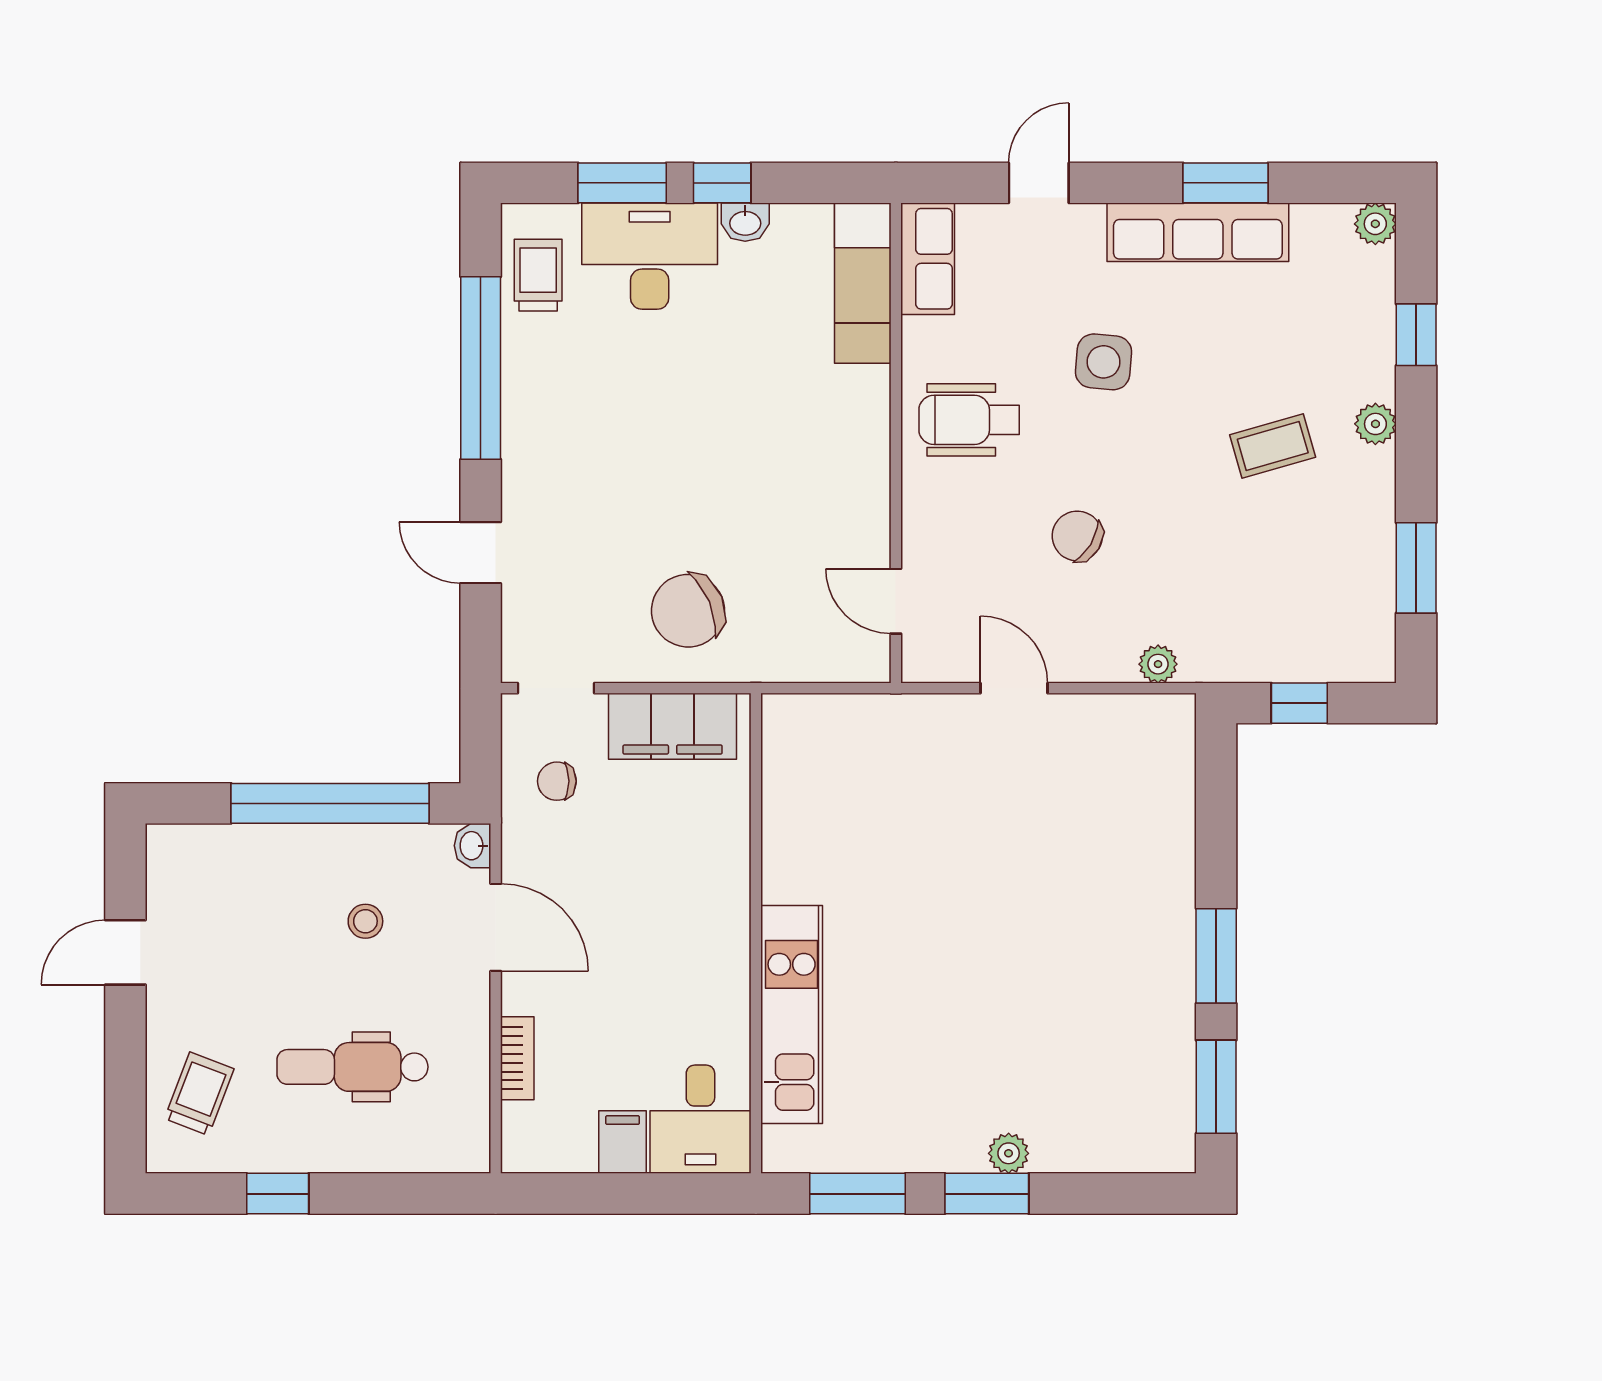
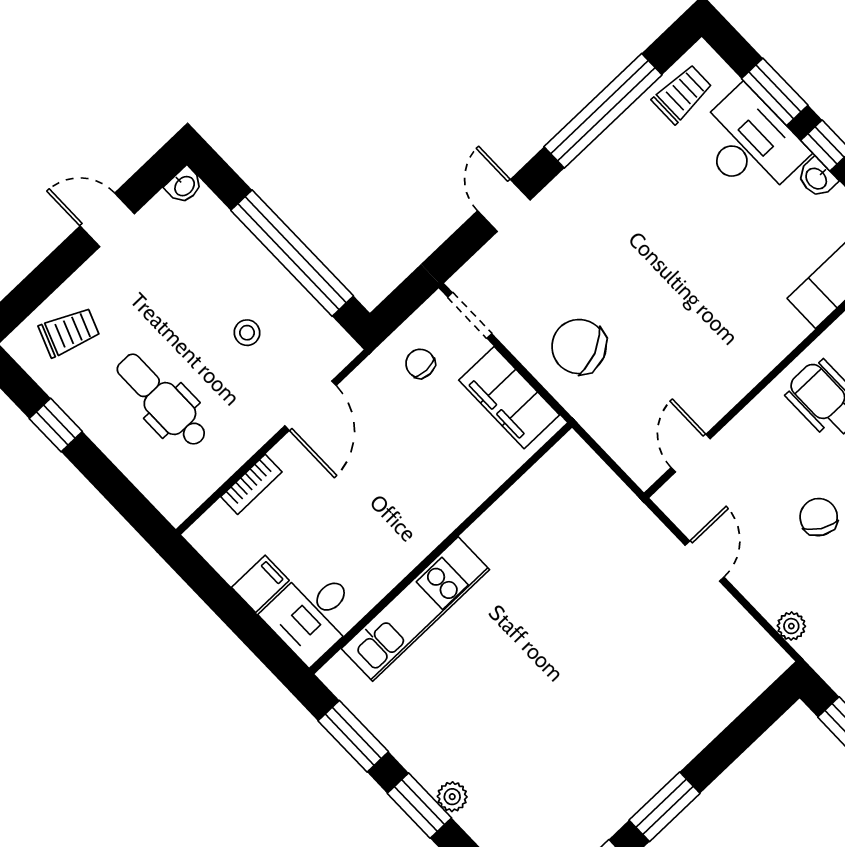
washbasin: (473, 846) -> (184, 186), moved, turned 180

